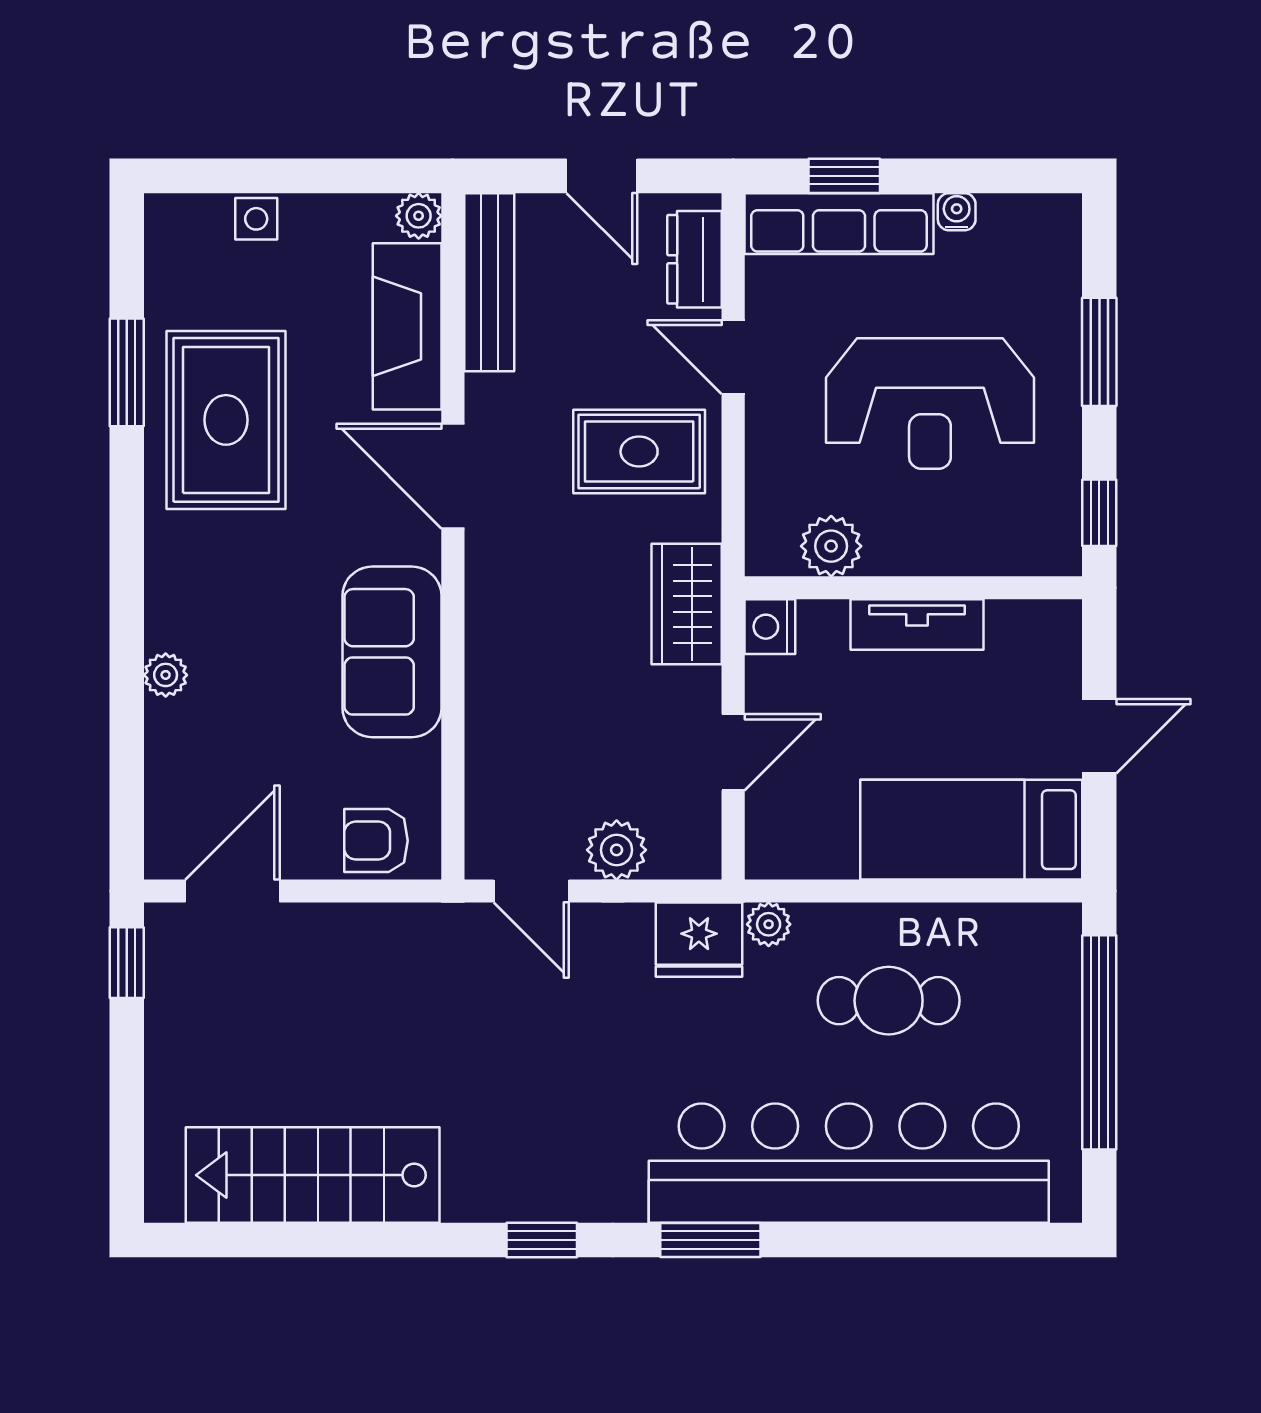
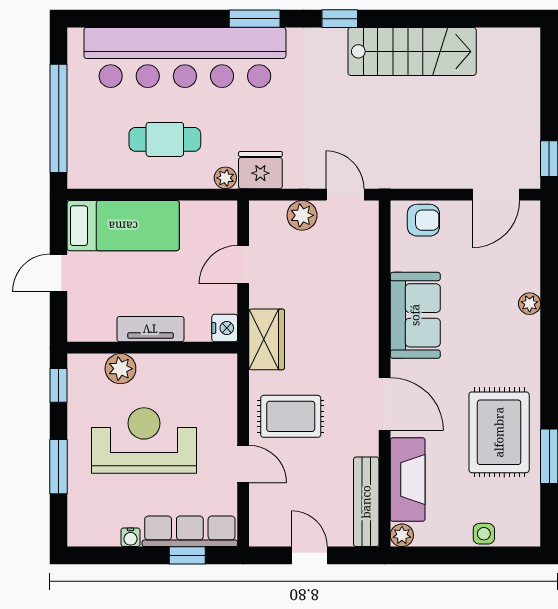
dresser: (695, 259) -> (263, 513), removed
plant: (831, 546) -> (120, 369), moved
stairs: (313, 1175) -> (412, 51), moved

